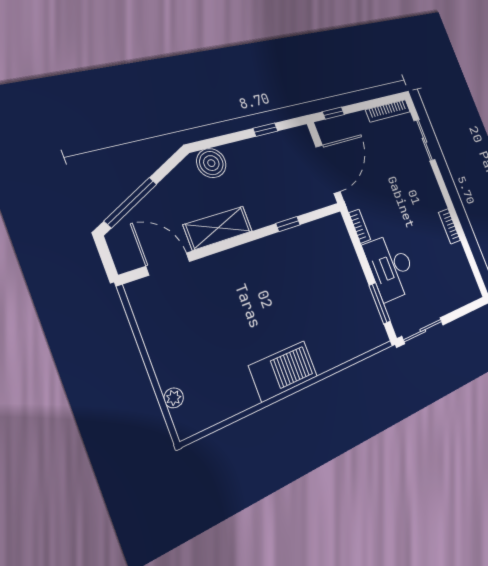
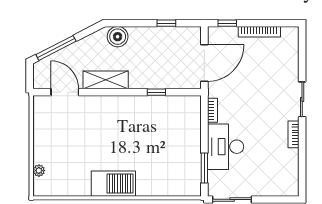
bookcase: (388, 111) -> (259, 32), moved
sliding door: (424, 140) -> (302, 99), moved

